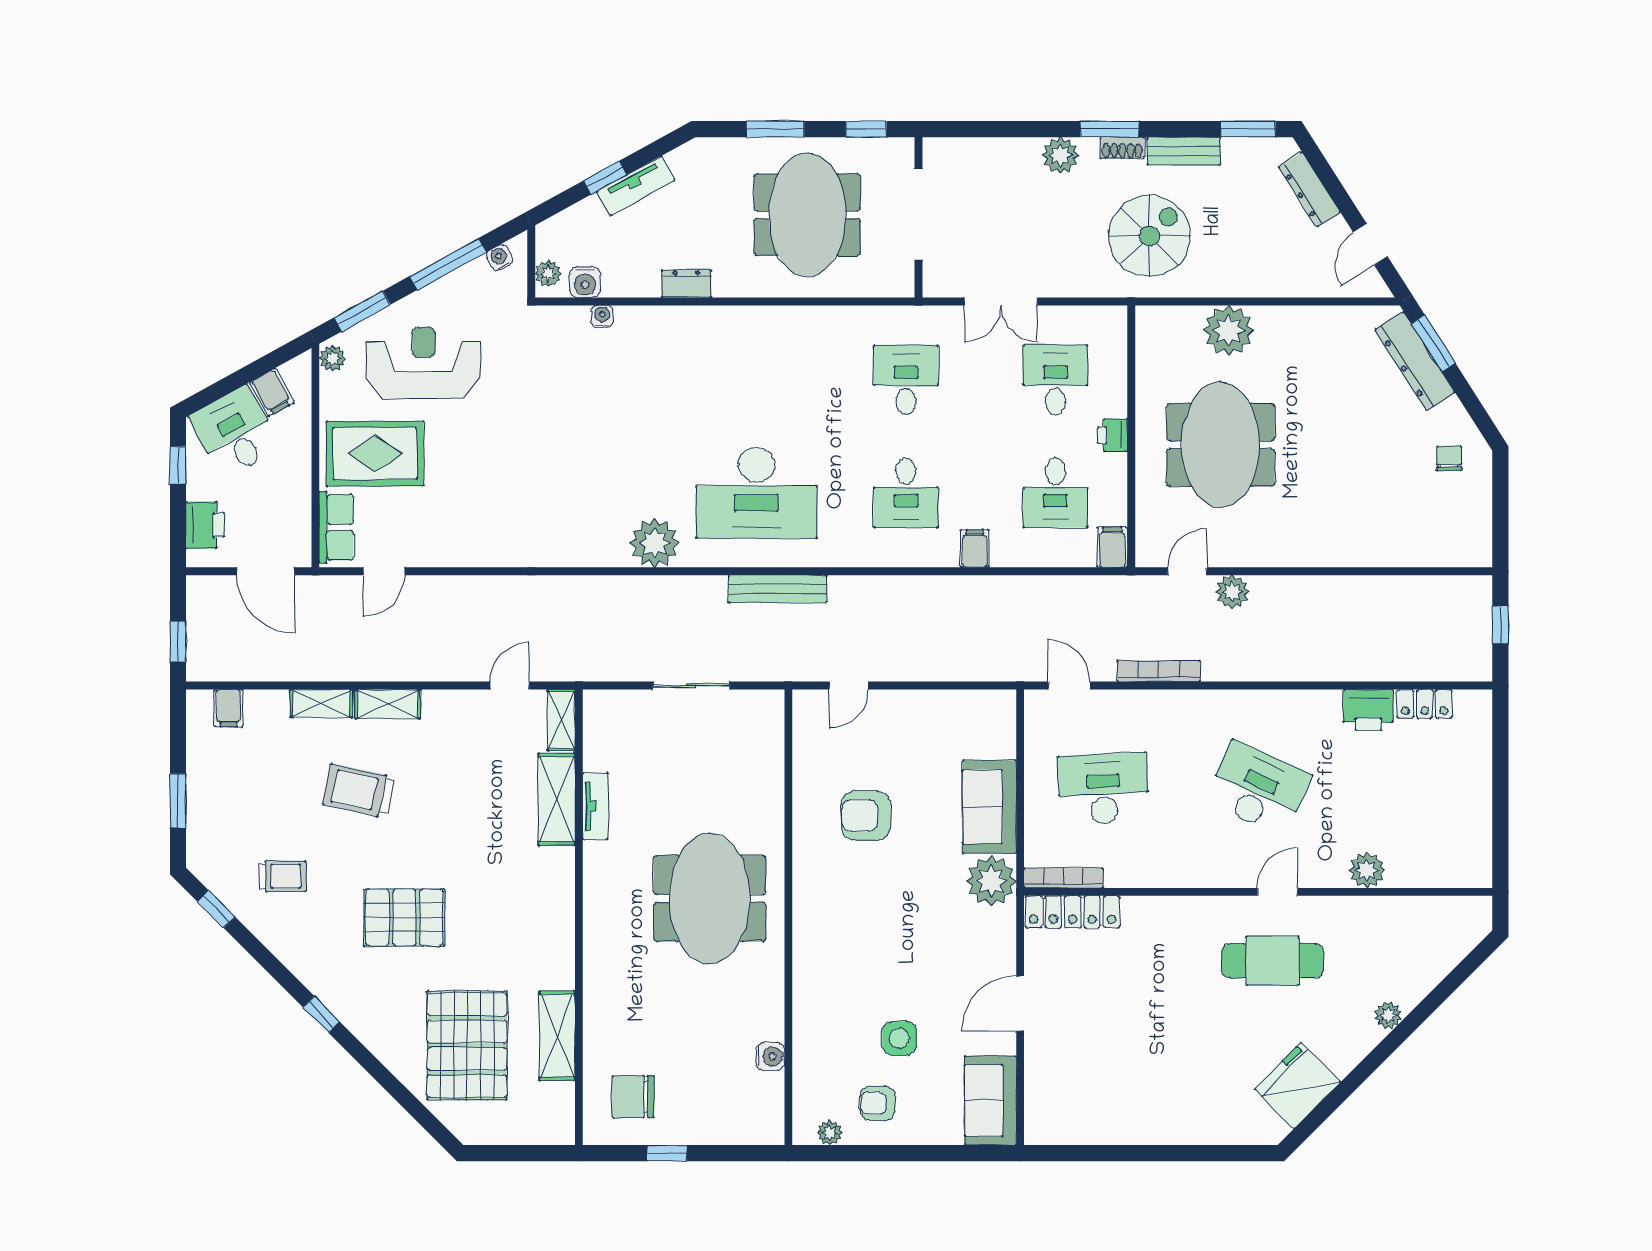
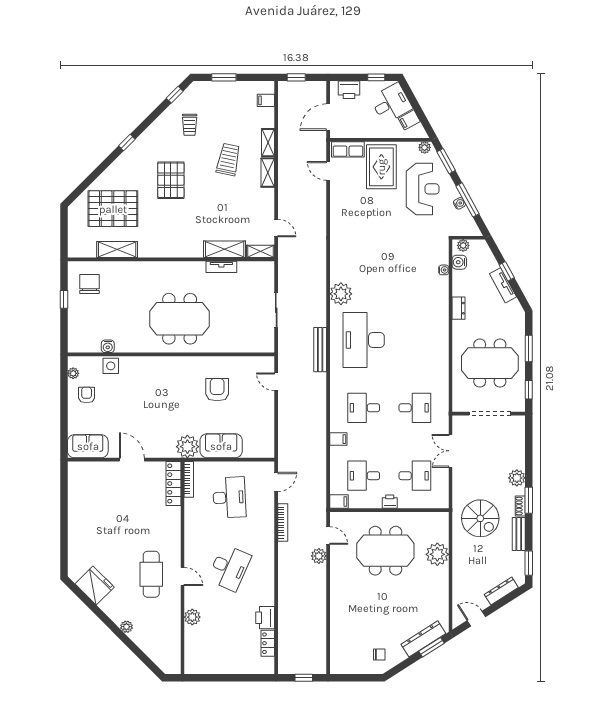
water cooler: (499, 258) -> (459, 203), moved
side table: (899, 1038) -> (111, 366), moved

